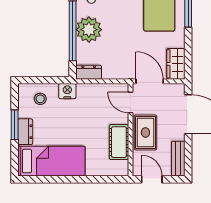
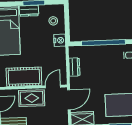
plant: (89, 30) -> (105, 54), removed
dresser: (89, 72) -> (74, 67), moved
cot: (119, 142) -> (24, 77), width x1.37, depth x1.34

